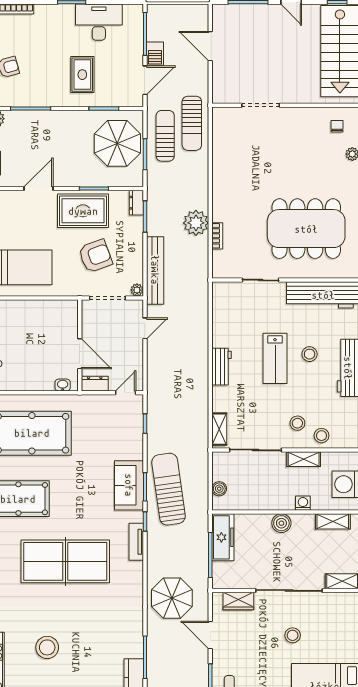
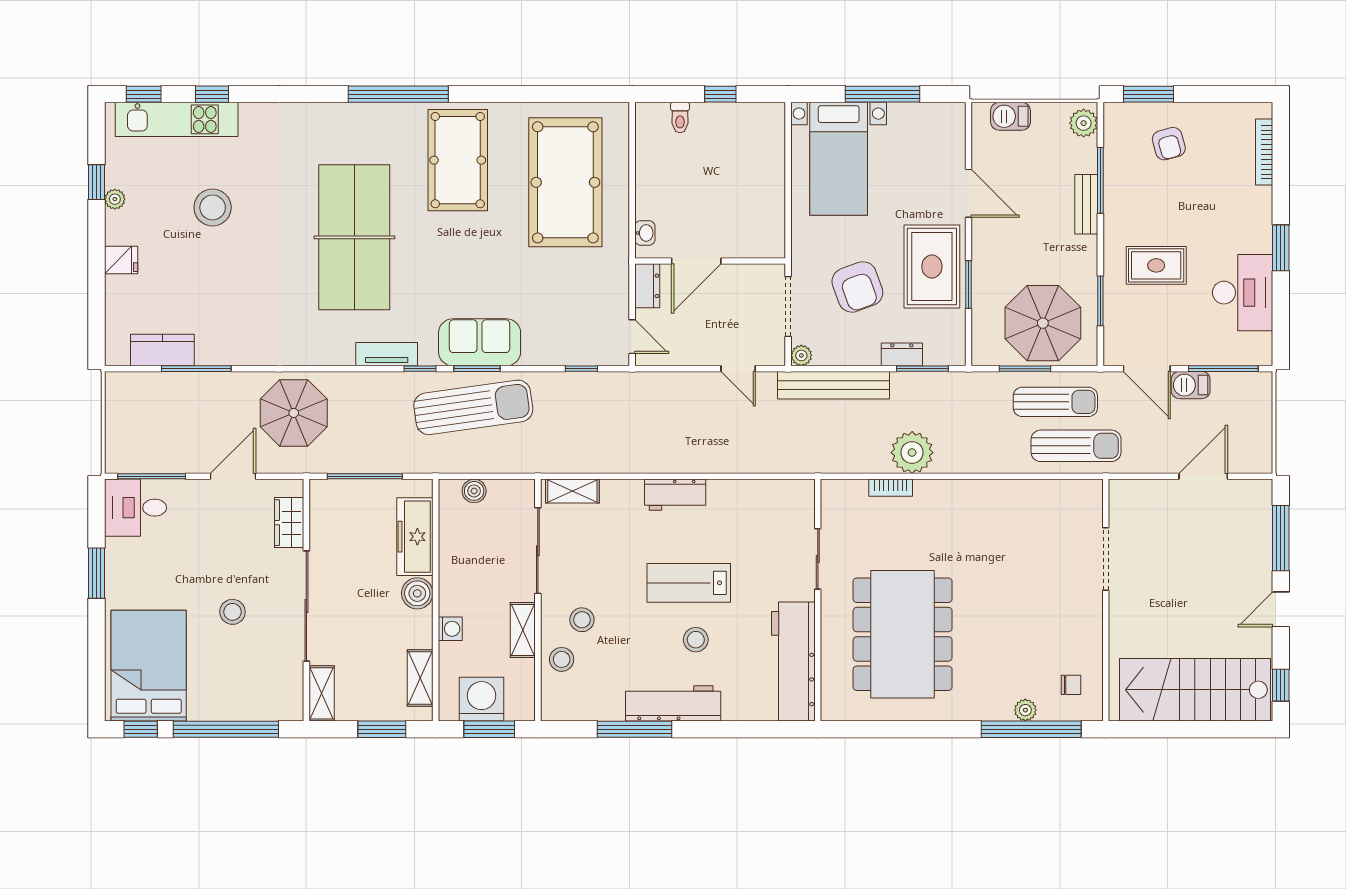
bench: (45, 117) -> (1086, 204), added
sun lounger: (192, 123) -> (1076, 446), turned 180
dresser: (136, 203) -> (902, 354), moved
freezer: (223, 537) -> (415, 537), moved, turned 90

